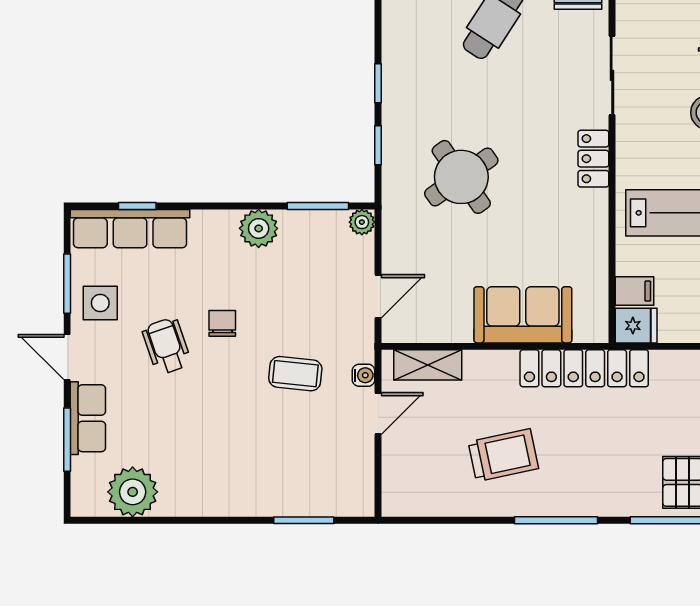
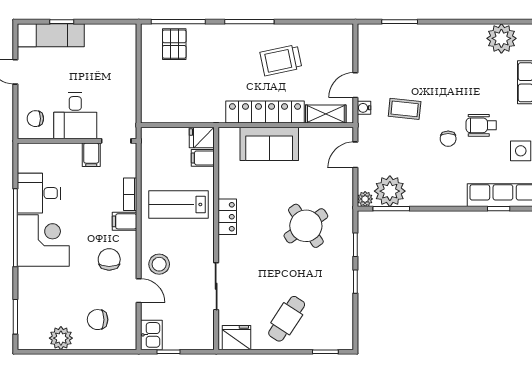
locker: (593, 159) -> (227, 217), moved
plant: (259, 228) -> (390, 191), moved, width x1.36, depth x1.36
wheelchair: (167, 346) -> (481, 125), turned 109
locker: (584, 368) -> (265, 112), moved

